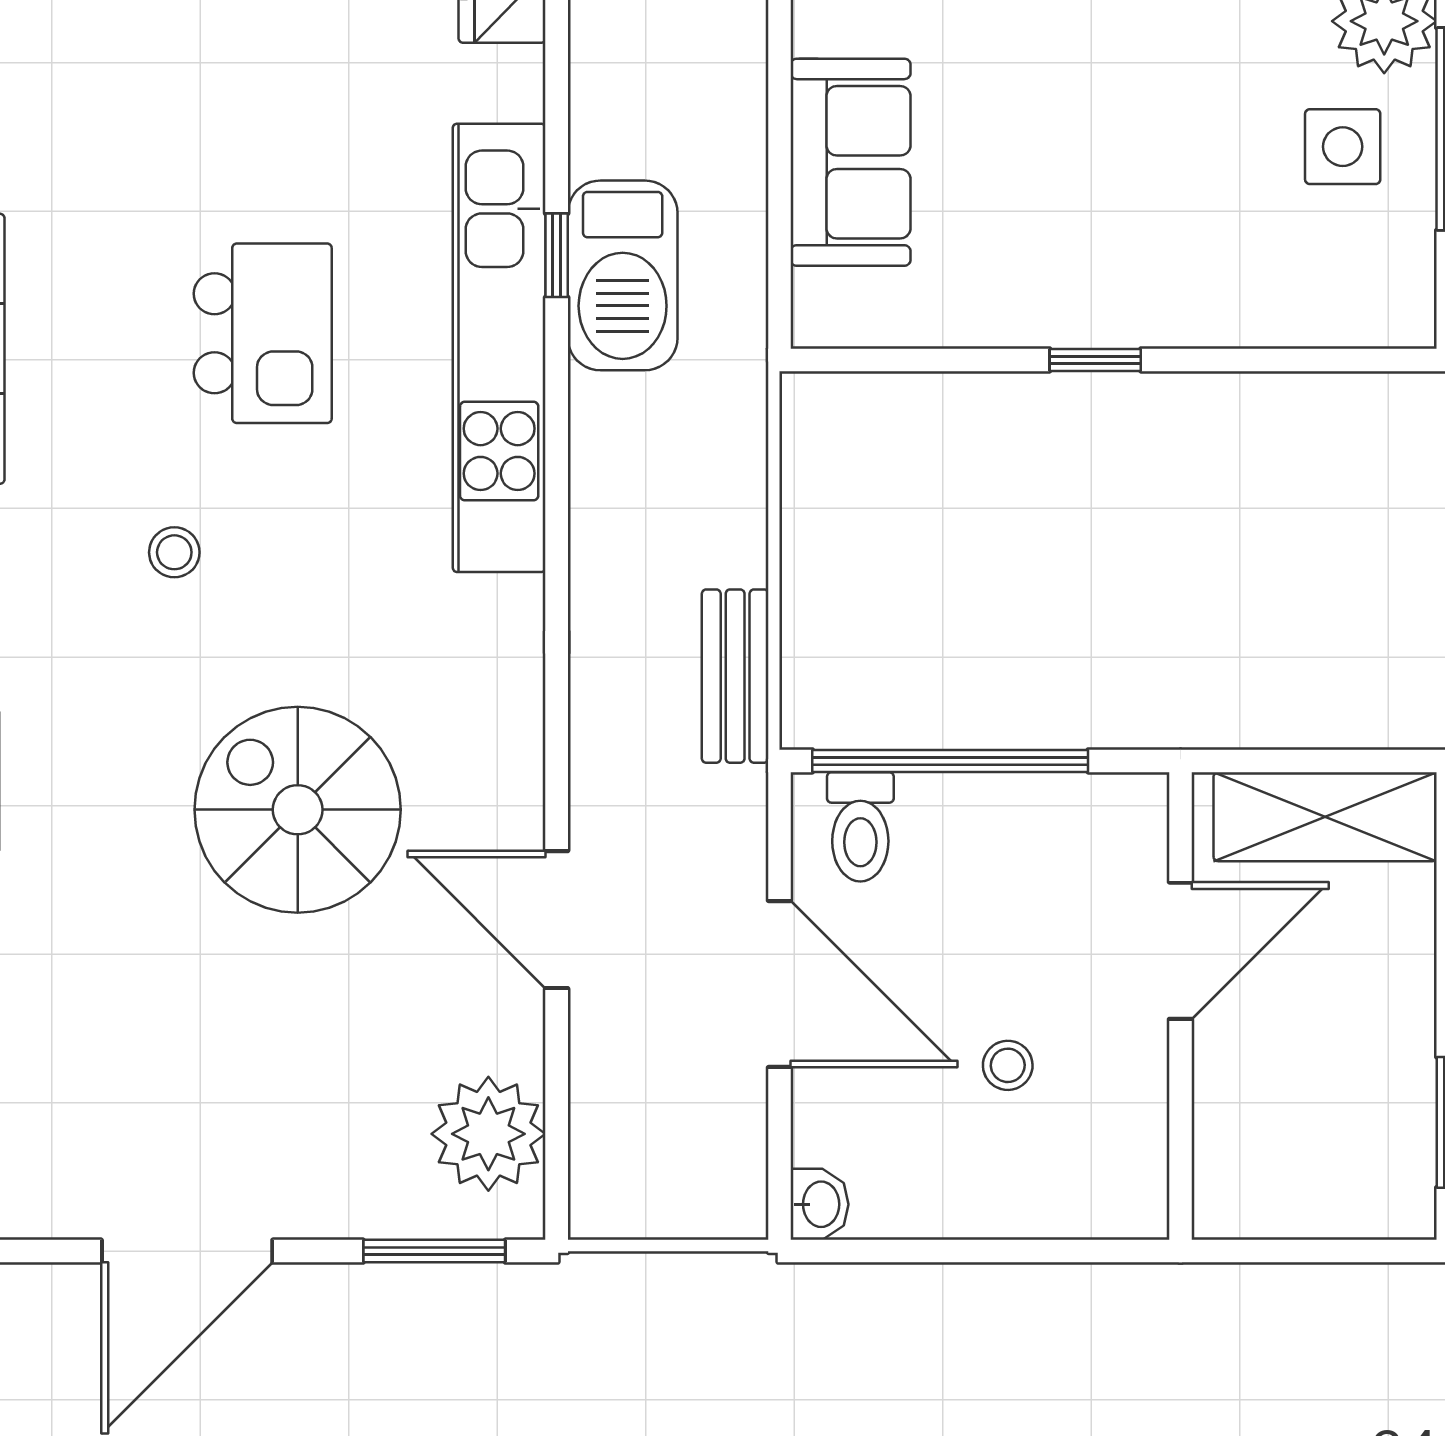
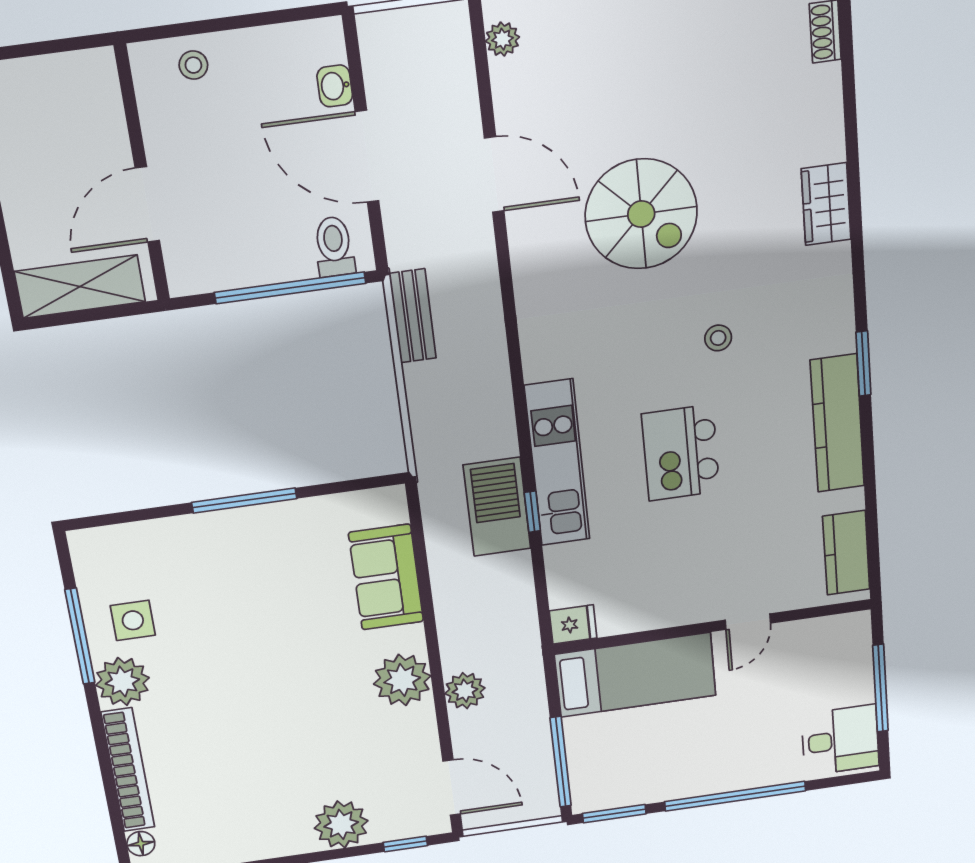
kitchen unit: (499, 348) -> (557, 463), width x0.73
window: (1095, 360) -> (244, 501), width x2.17
stool: (1008, 1065) -> (193, 65), moved
plant: (488, 1134) -> (502, 39), width x0.53, depth x0.53
washbasin: (819, 1204) -> (335, 86), moved

